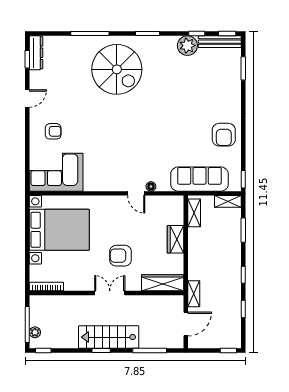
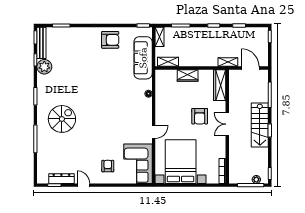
dresser: (36, 53) -> (61, 179), moved
spiral stairs: (117, 69) -> (62, 119), width x0.73, depth x0.73
door: (136, 193) -> (154, 132), moved

